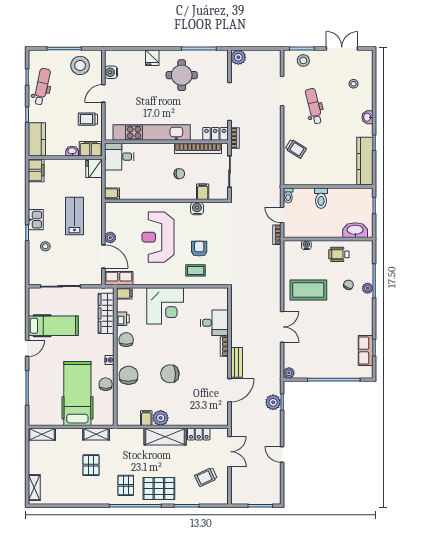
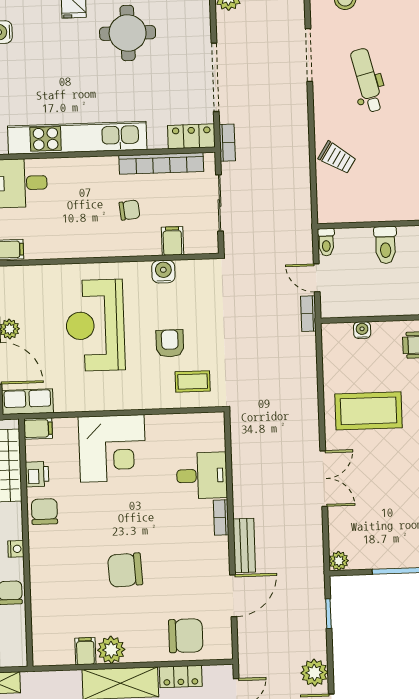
coffee table: (196, 270) -> (193, 381), moved
chair: (129, 375) -> (186, 636), moved, turned 90
plant: (273, 402) -> (314, 673), moved

